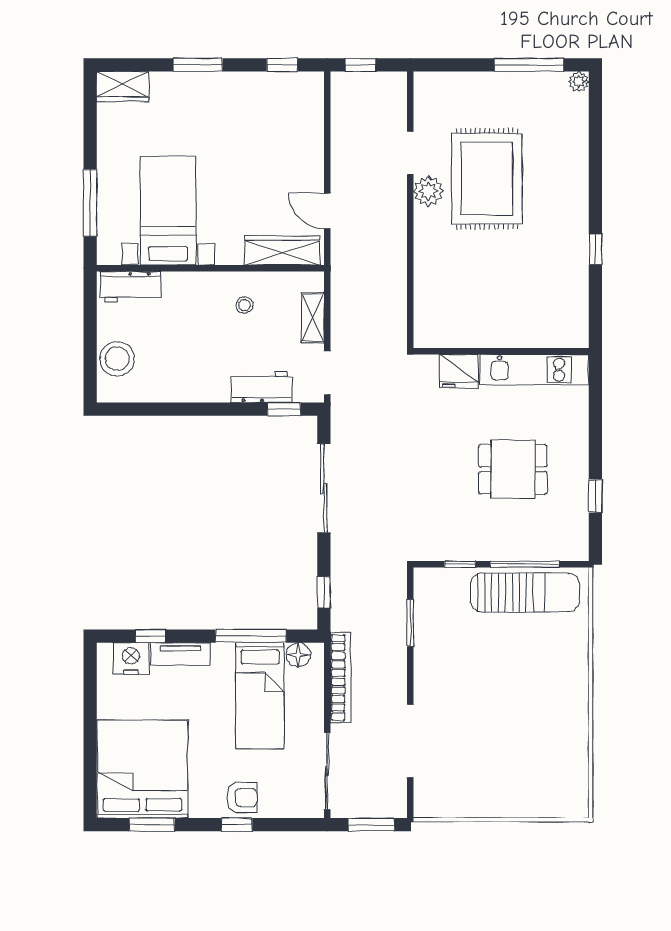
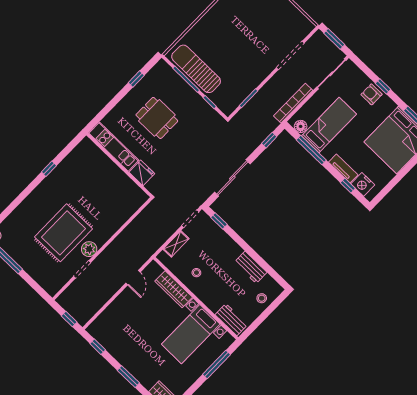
wardrobe: (282, 250) -> (174, 289), moved
stool: (117, 359) -> (262, 298), width x0.53, depth x0.53
workbench: (262, 387) -> (251, 267), moved

